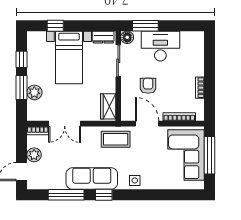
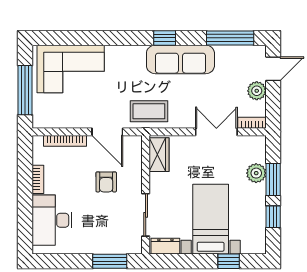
floor lamp: (127, 37) -> (134, 246), removed
desk: (160, 46) -> (52, 220), moved, turned 90
corner sofa: (186, 155) -> (71, 69), moved, turned 90
side table: (135, 180) -> (124, 57), removed
window: (66, 195) -> (230, 38), moved

